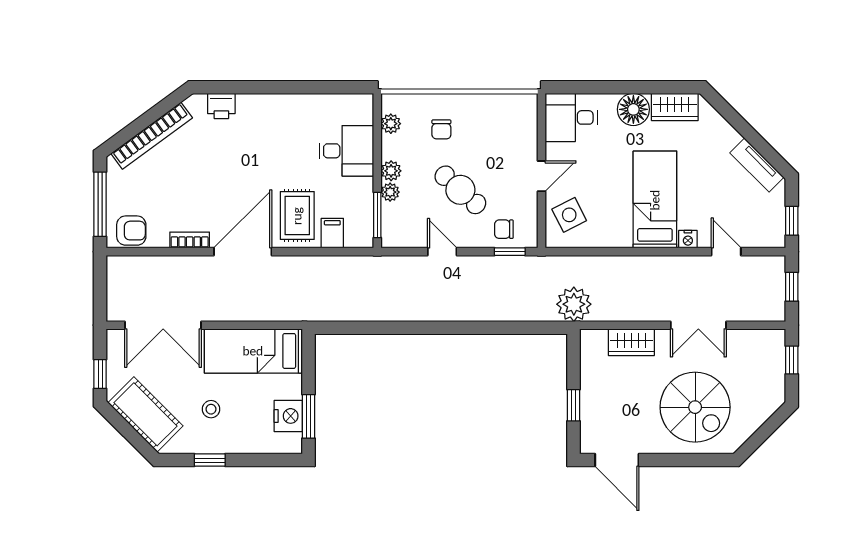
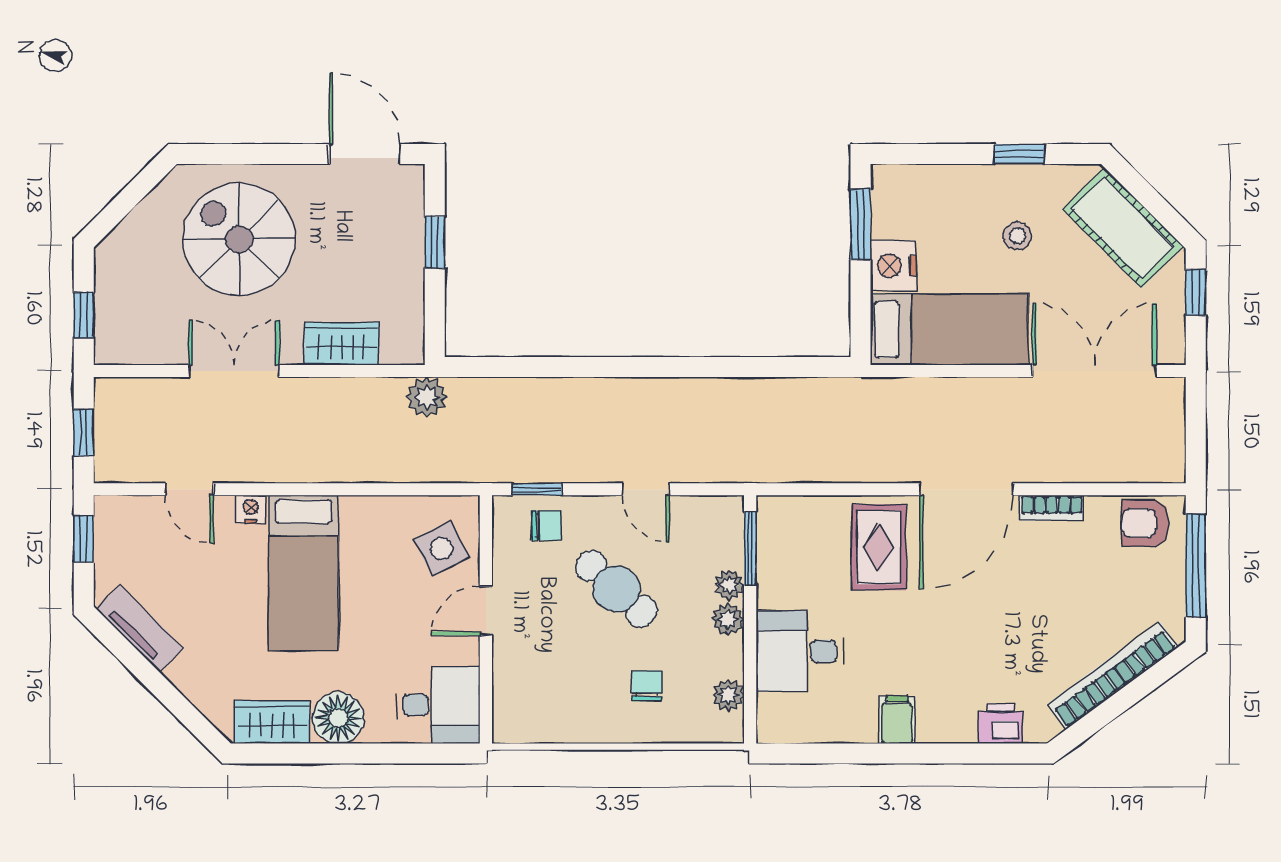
filing cabinet: (332, 233) -> (897, 720), moved, turned 180
plant: (574, 304) -> (427, 397), width x0.73, depth x0.73
nightstand: (288, 416) -> (893, 266), moved

